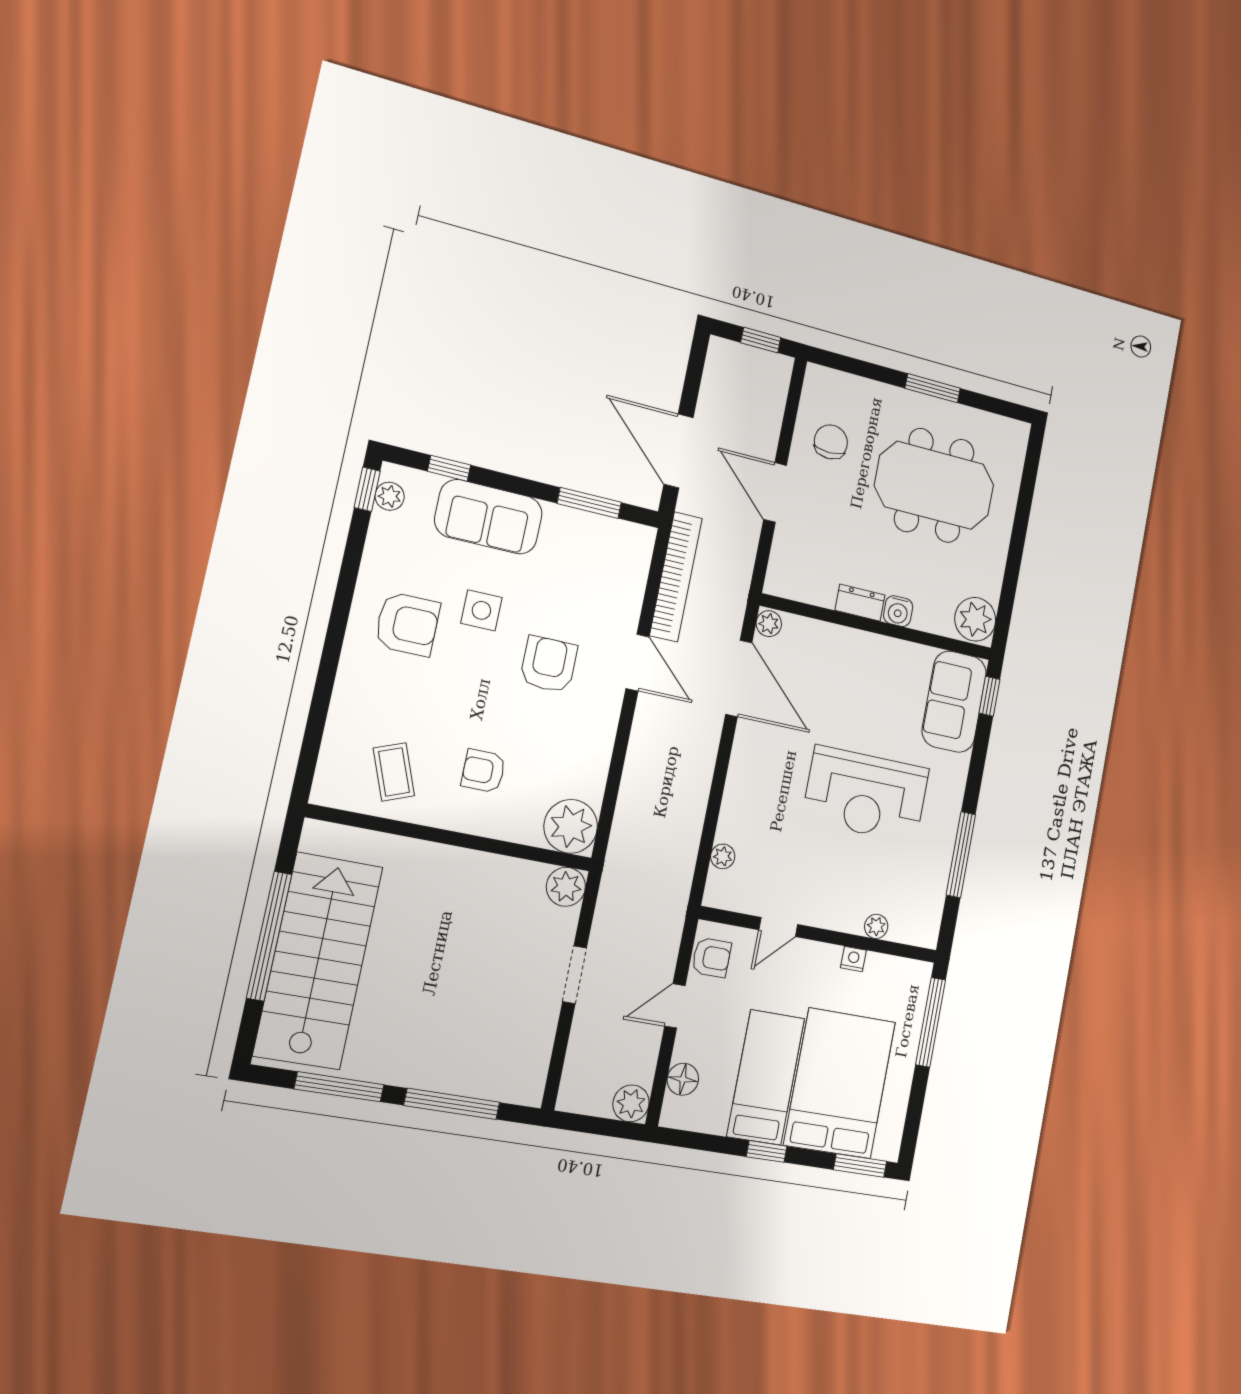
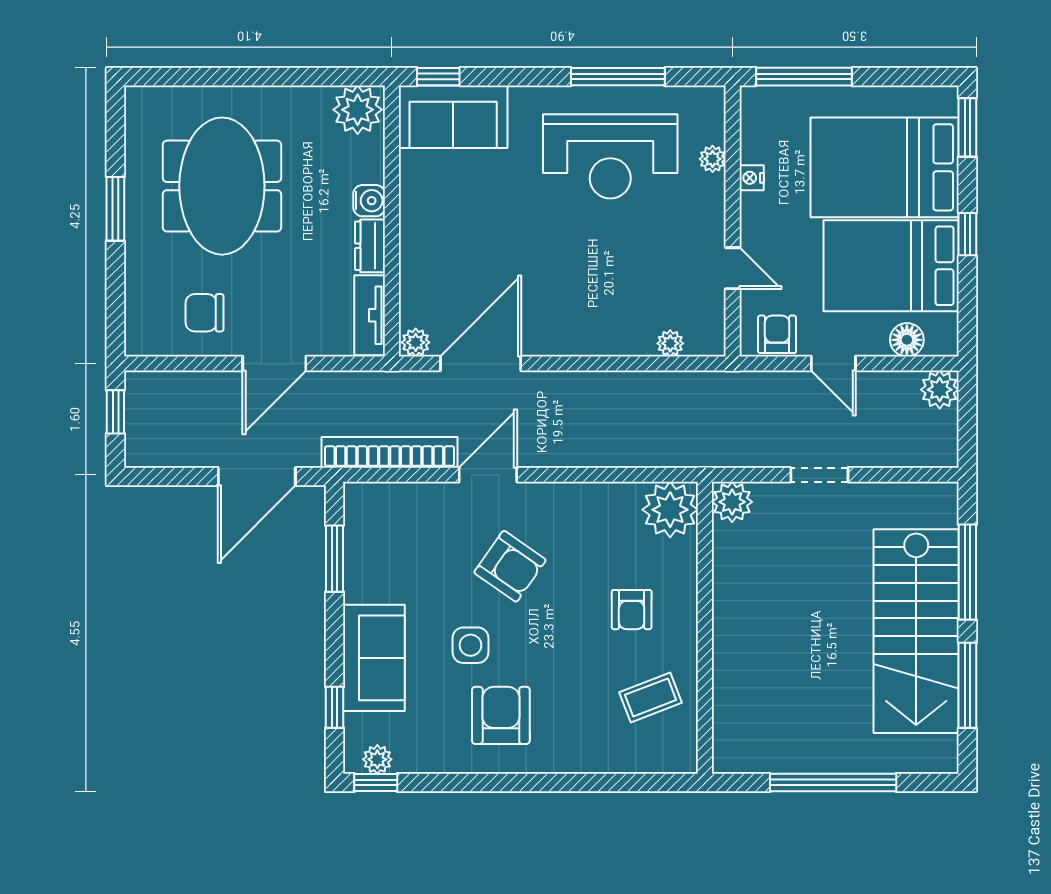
tv unit: (800, 588) -> (370, 315), added
armchair: (549, 664) -> (510, 566), turned -145
reception desk: (866, 794) -> (610, 156), moved, turned 90
stairs: (318, 961) -> (916, 631), moved, turned -90
bed: (766, 1077) -> (891, 266), width x1.50

